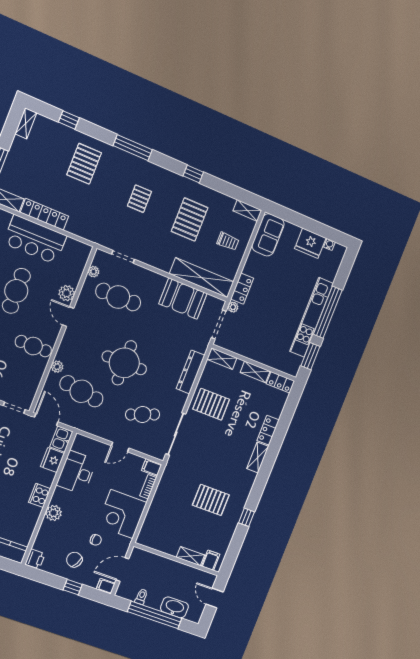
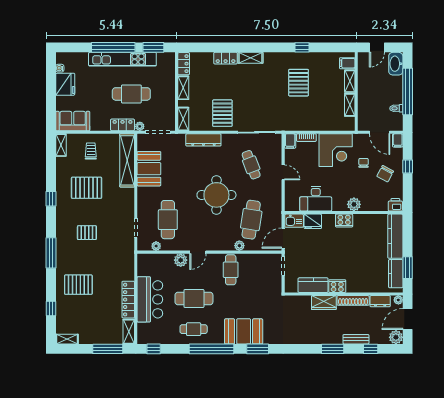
cafe table: (271, 312) -> (131, 94), added
shelving: (165, 547) -> (350, 105), added
washbasin: (174, 607) -> (396, 64), moved

